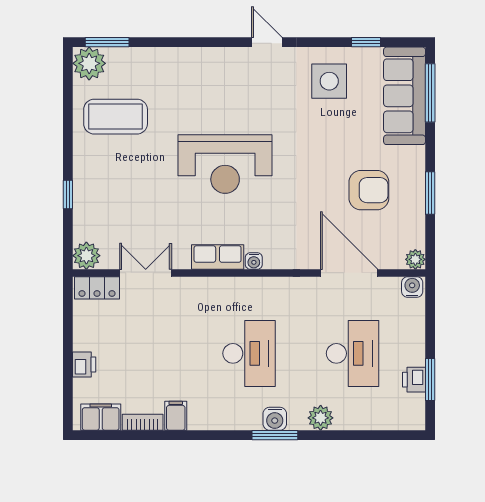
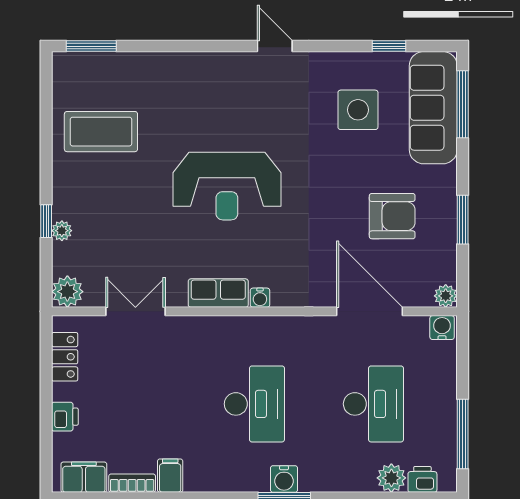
plant: (89, 63) -> (62, 231), moved, width x0.53, depth x0.53
side table: (329, 81) -> (358, 110), moved
locker: (97, 288) -> (65, 357), moved, turned -90
printer: (414, 380) -> (422, 479), moved, turned 90
window: (430, 380) -> (463, 434), width x1.44
plant: (321, 418) -> (391, 478), moved

